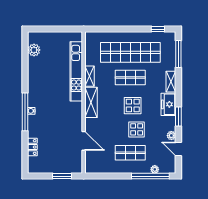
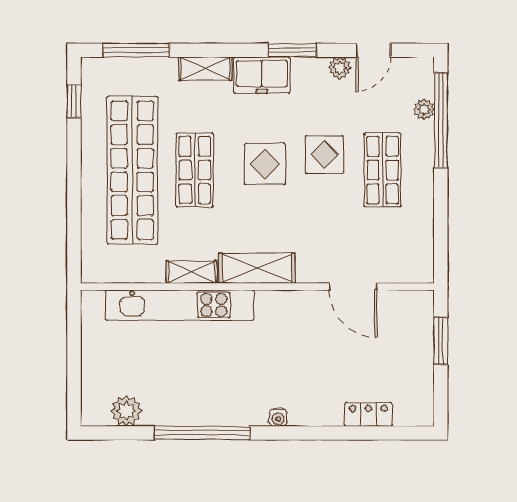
window: (25, 112) -> (202, 433), moved
door: (84, 141) -> (353, 287), swing flipped

